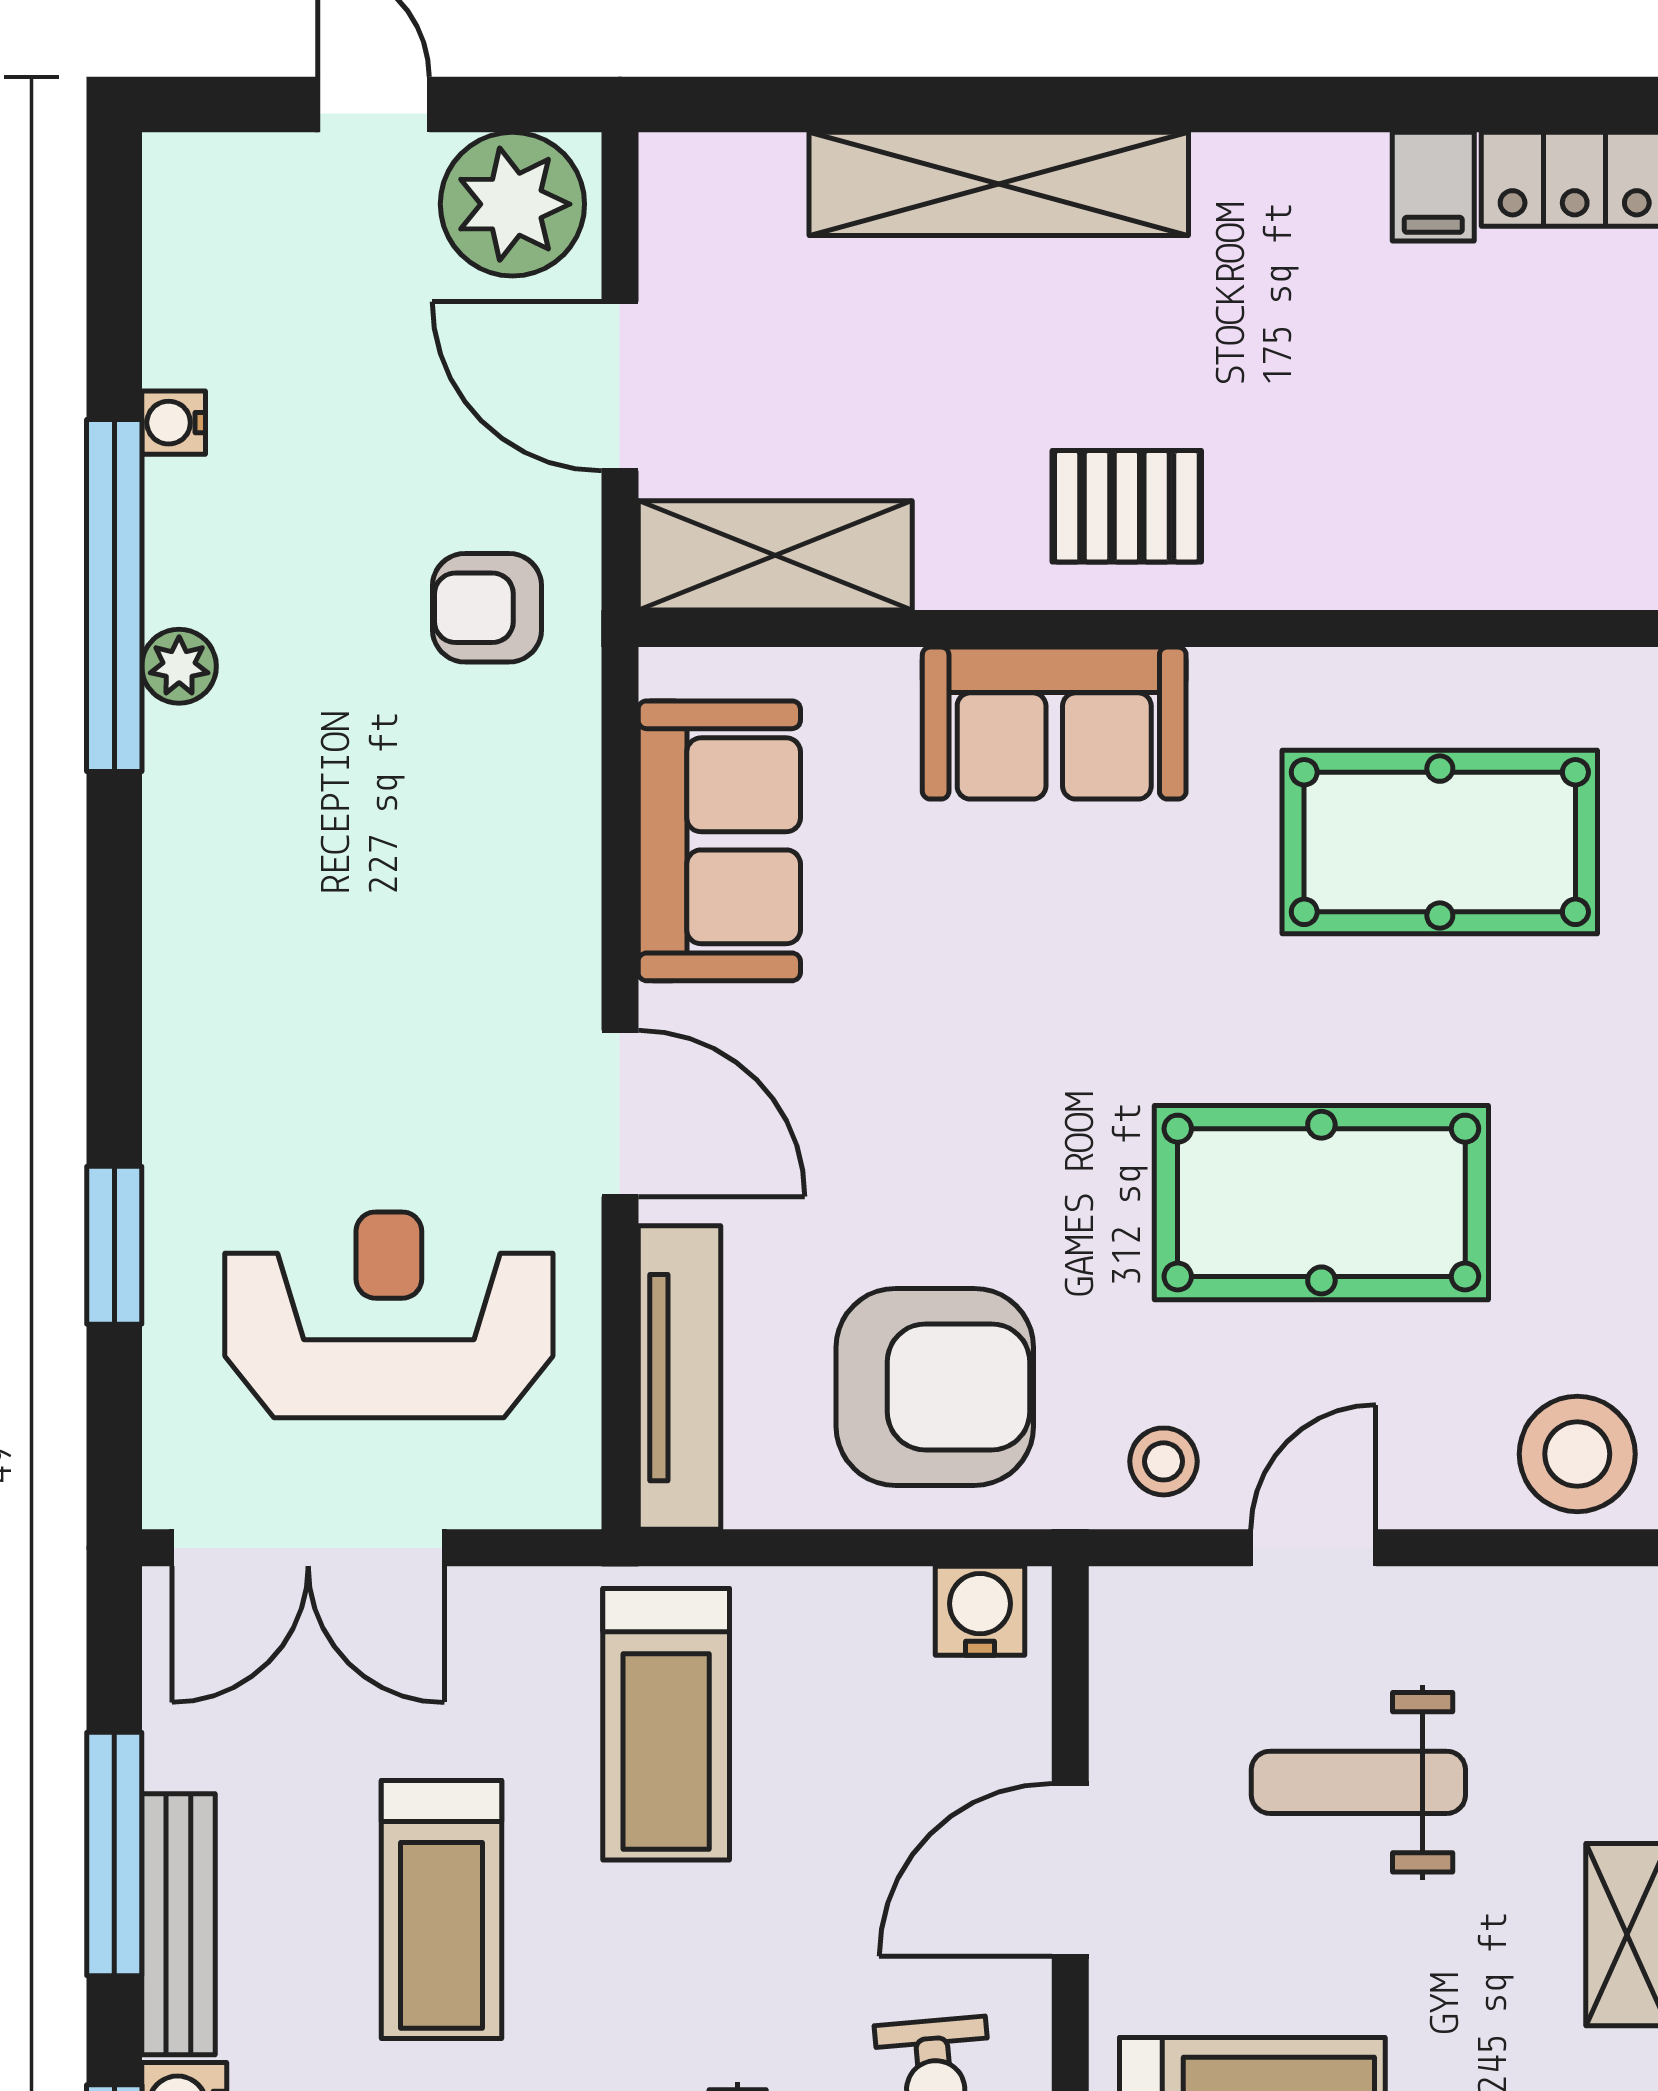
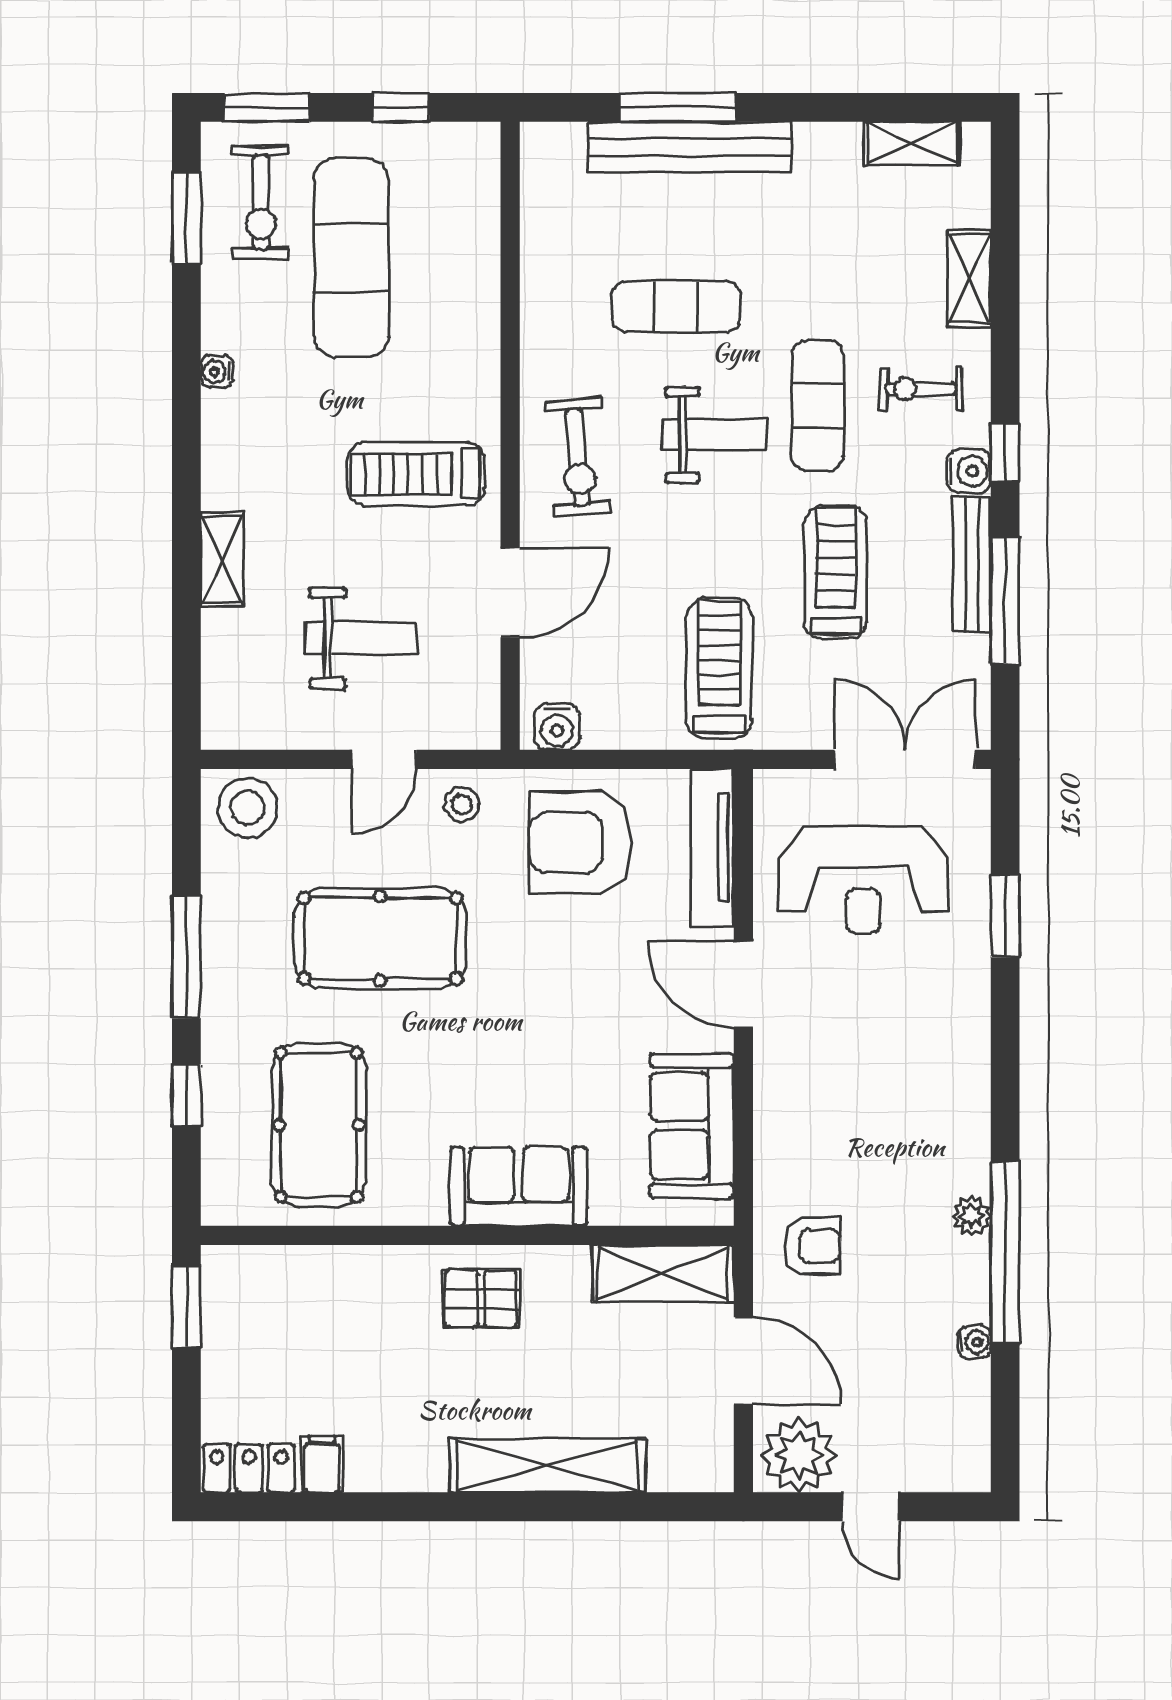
pool table: (1440, 842) -> (319, 1125), turned 90

